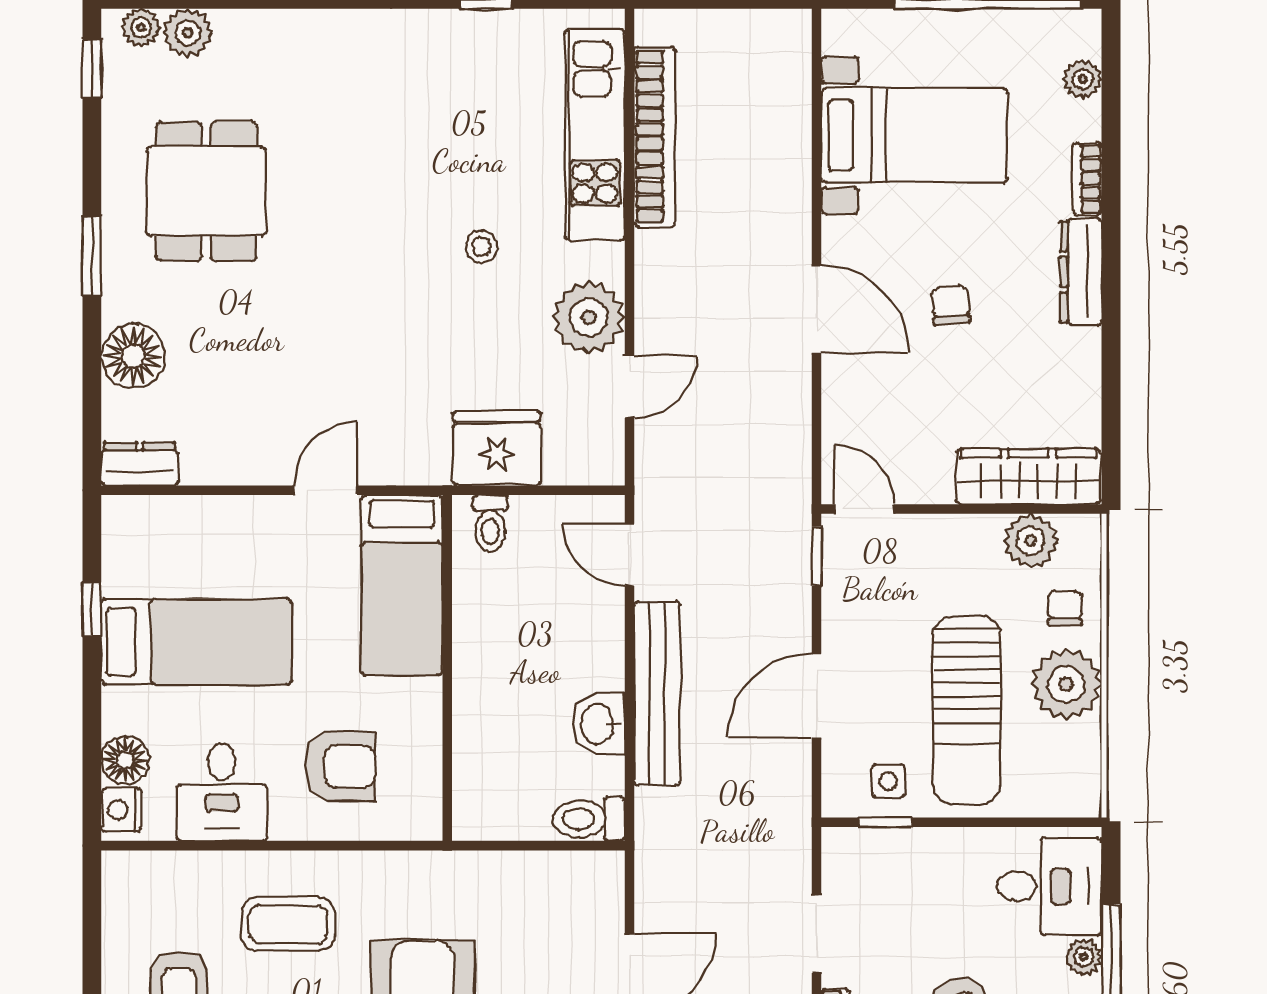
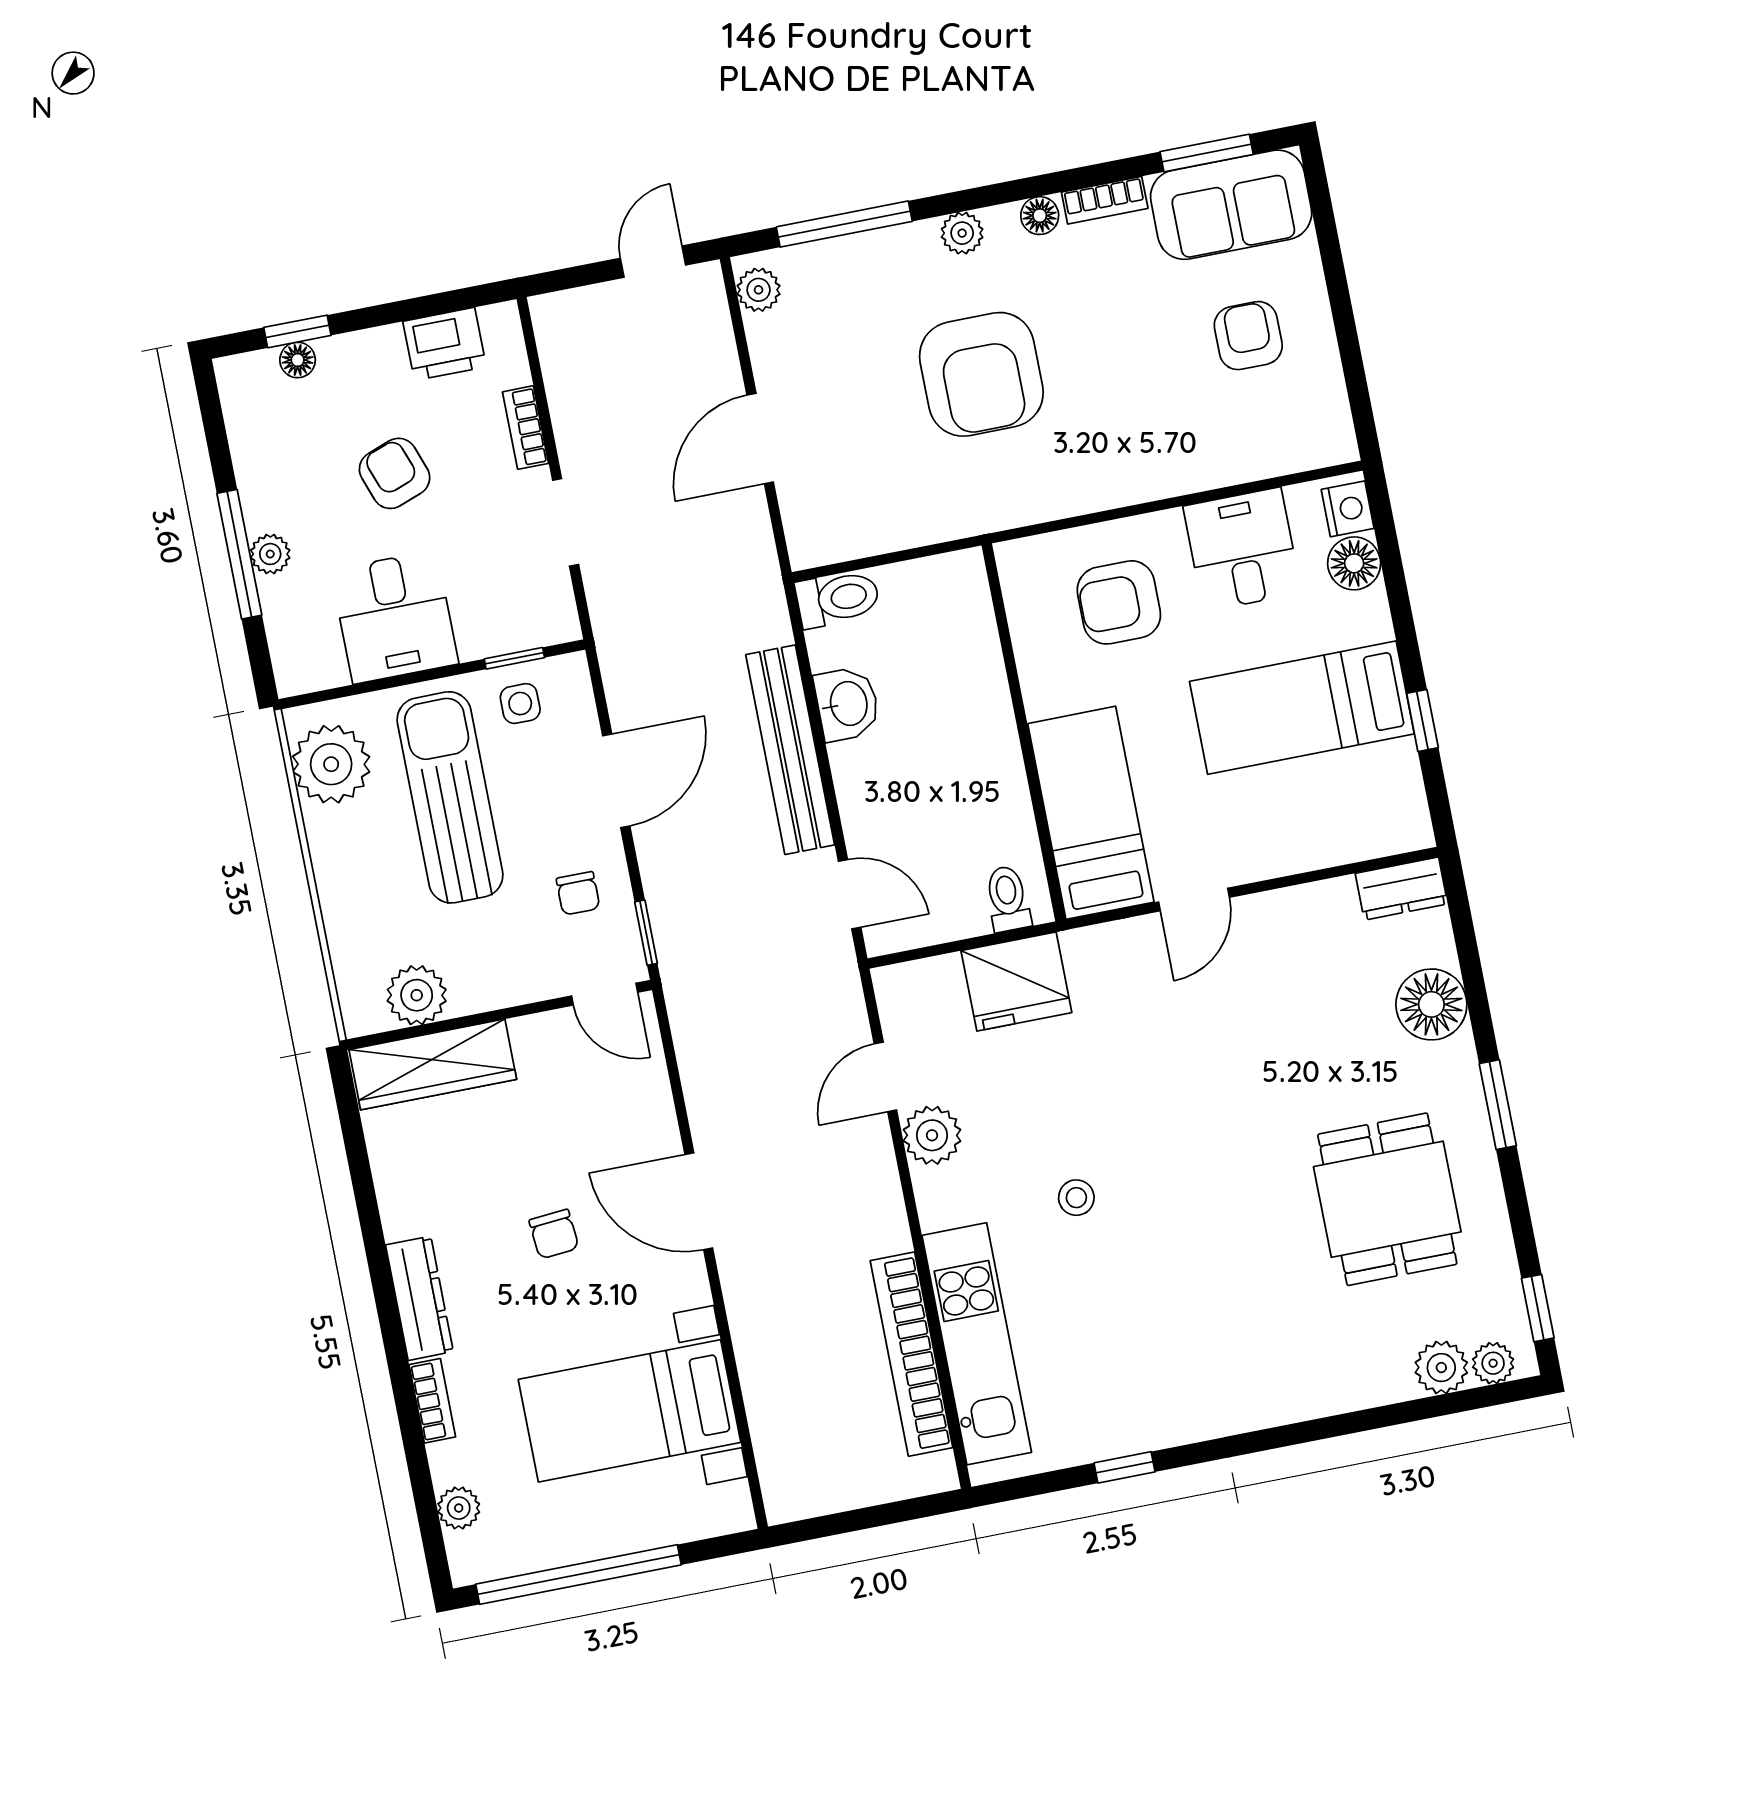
plant: (589, 317) -> (932, 1135), width x0.73, depth x0.73
chair: (1065, 608) -> (578, 893), moved
plant: (1066, 684) -> (331, 764), moved
desk: (1049, 886) -> (395, 617), moved, turned -90
coffee table: (288, 924) -> (1142, 420), removed

